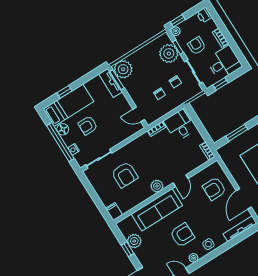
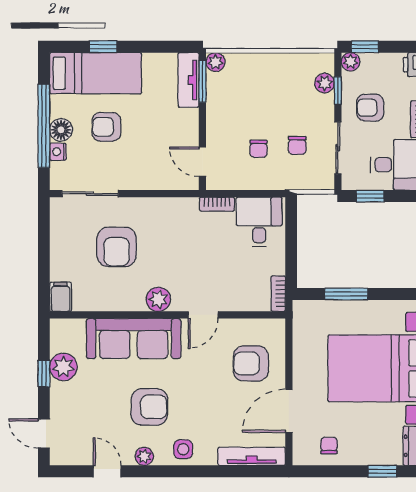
armchair: (197, 46) -> (370, 108), turned -90
plant: (169, 53) -> (325, 83), width x0.53, depth x0.53
plant: (123, 69) -> (215, 62), width x0.53, depth x0.53
floor lamp: (63, 129) -> (61, 130), moved

